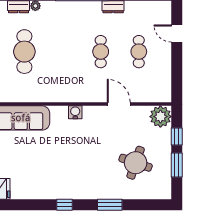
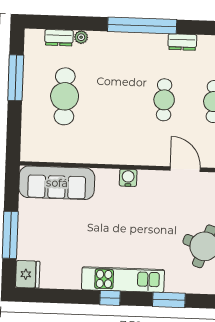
kitchen unit: (74, 190) -> (123, 280), added

